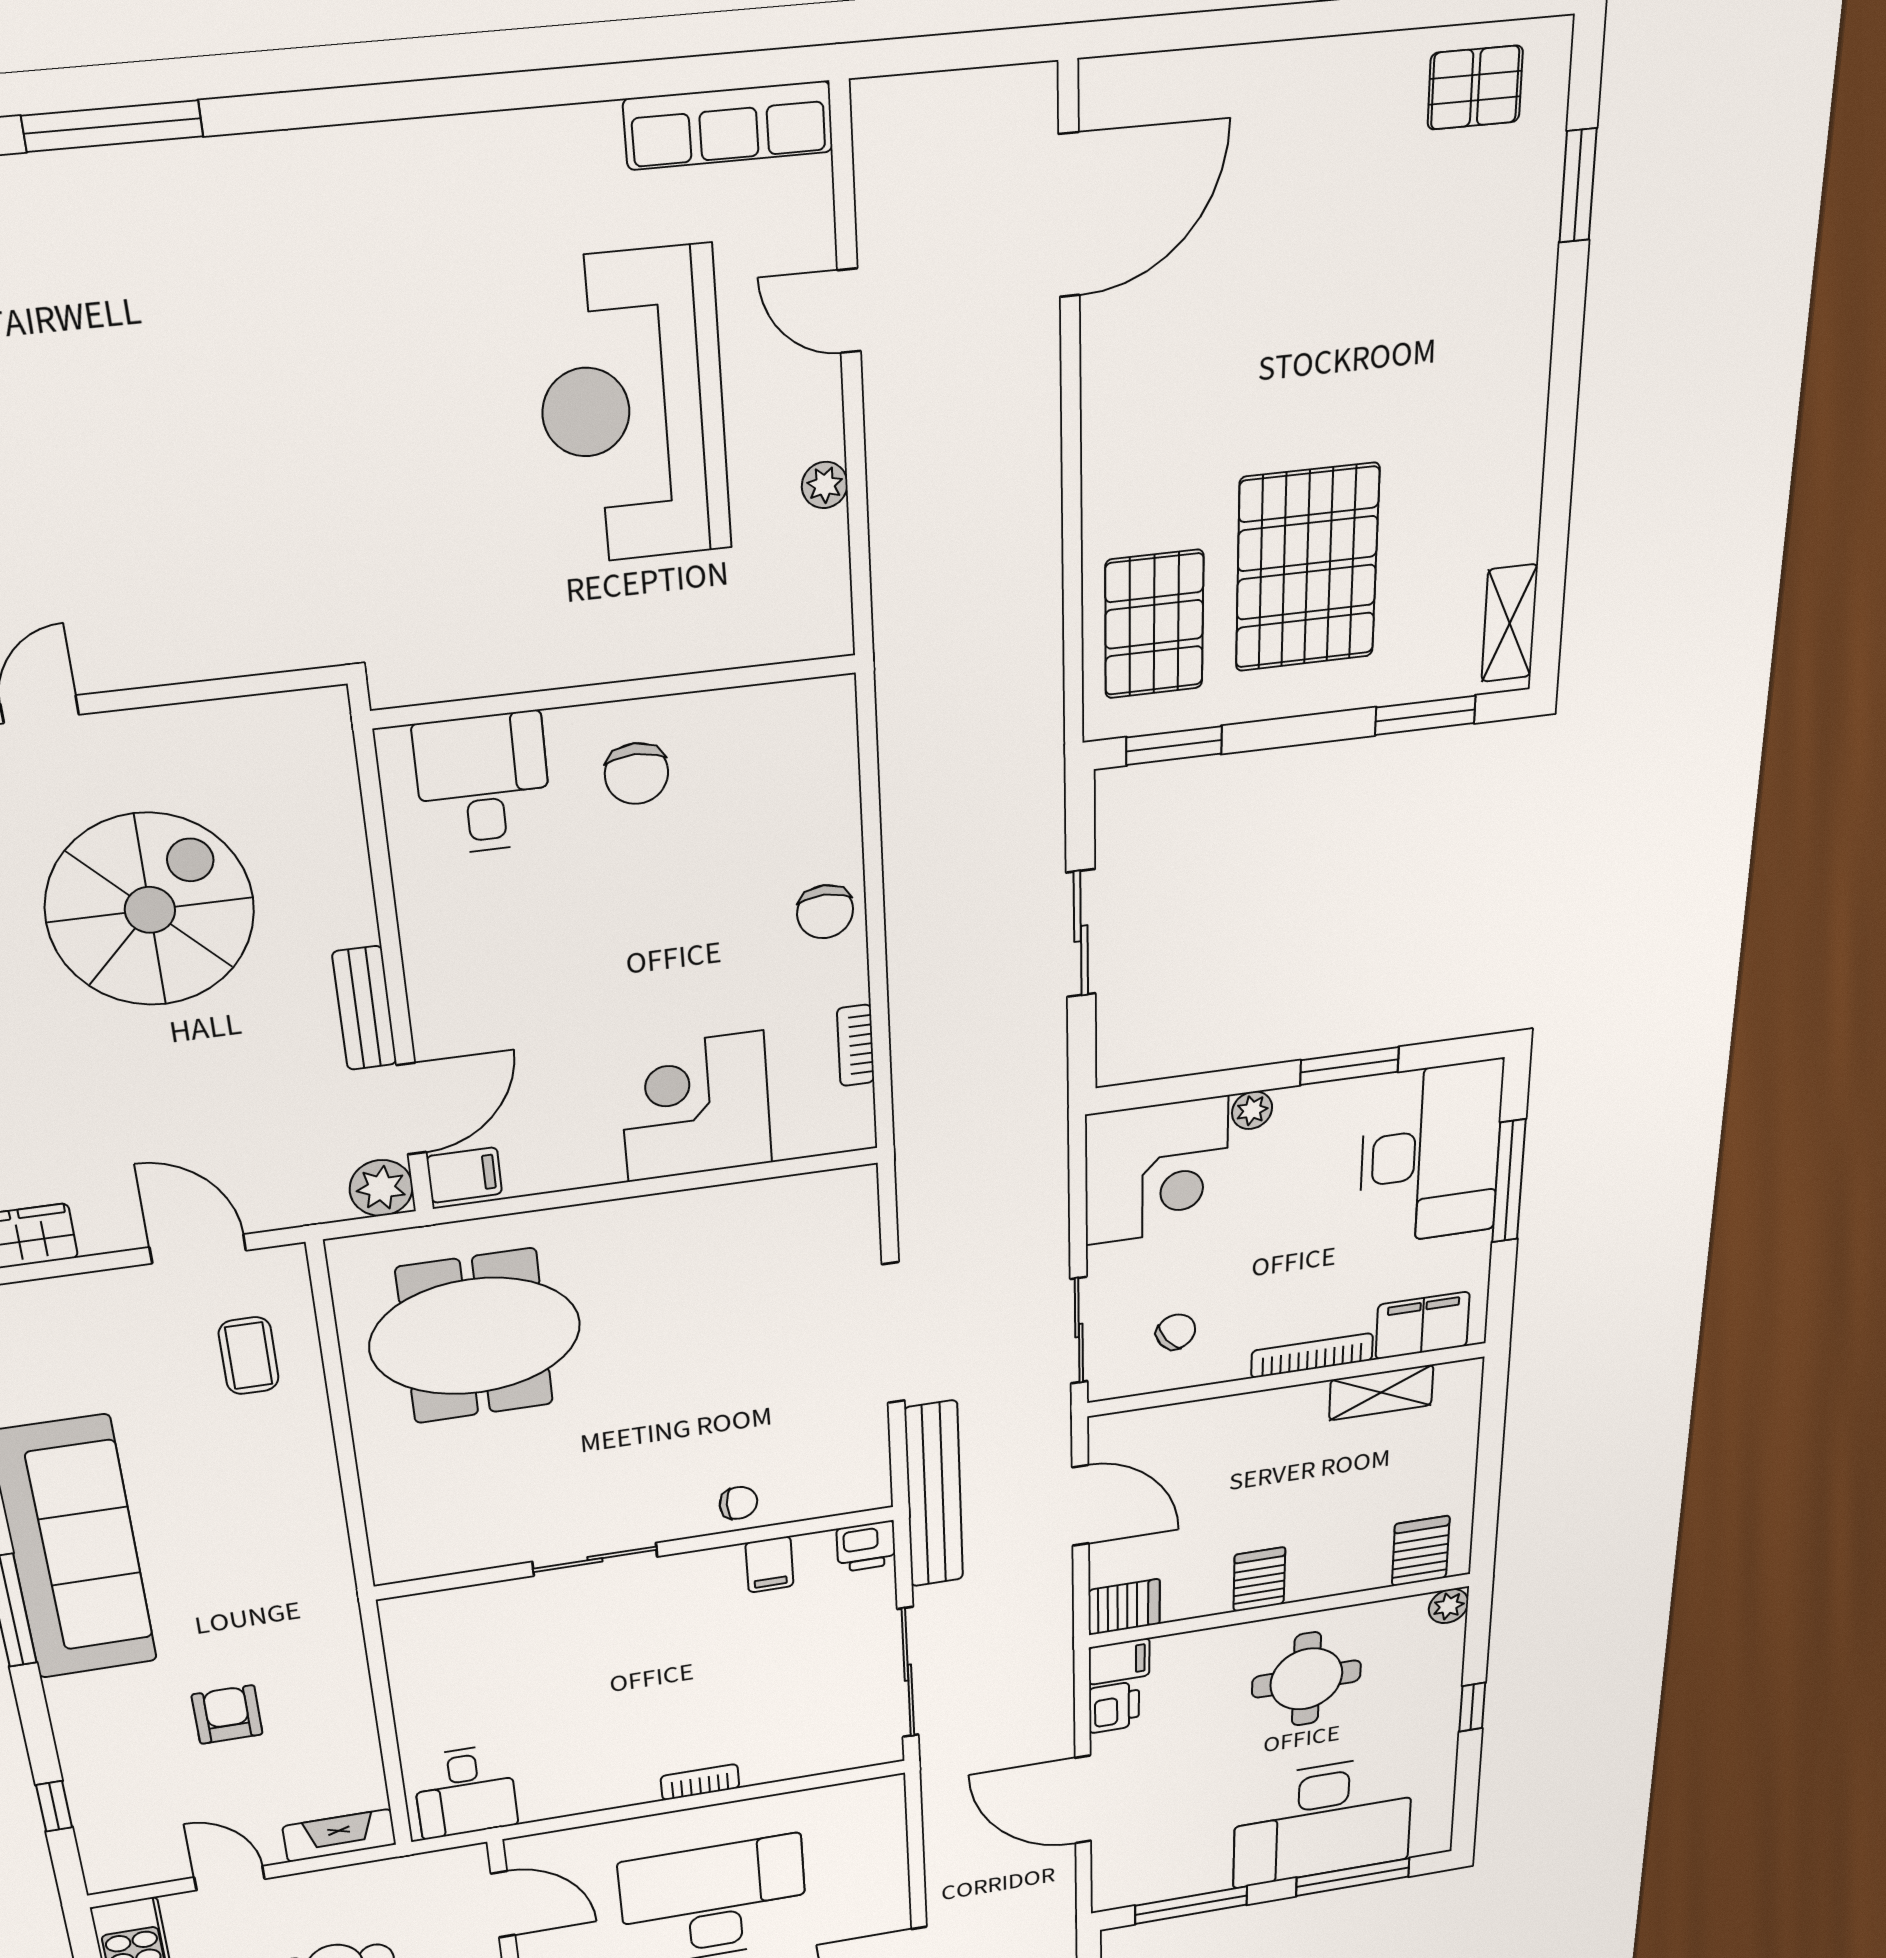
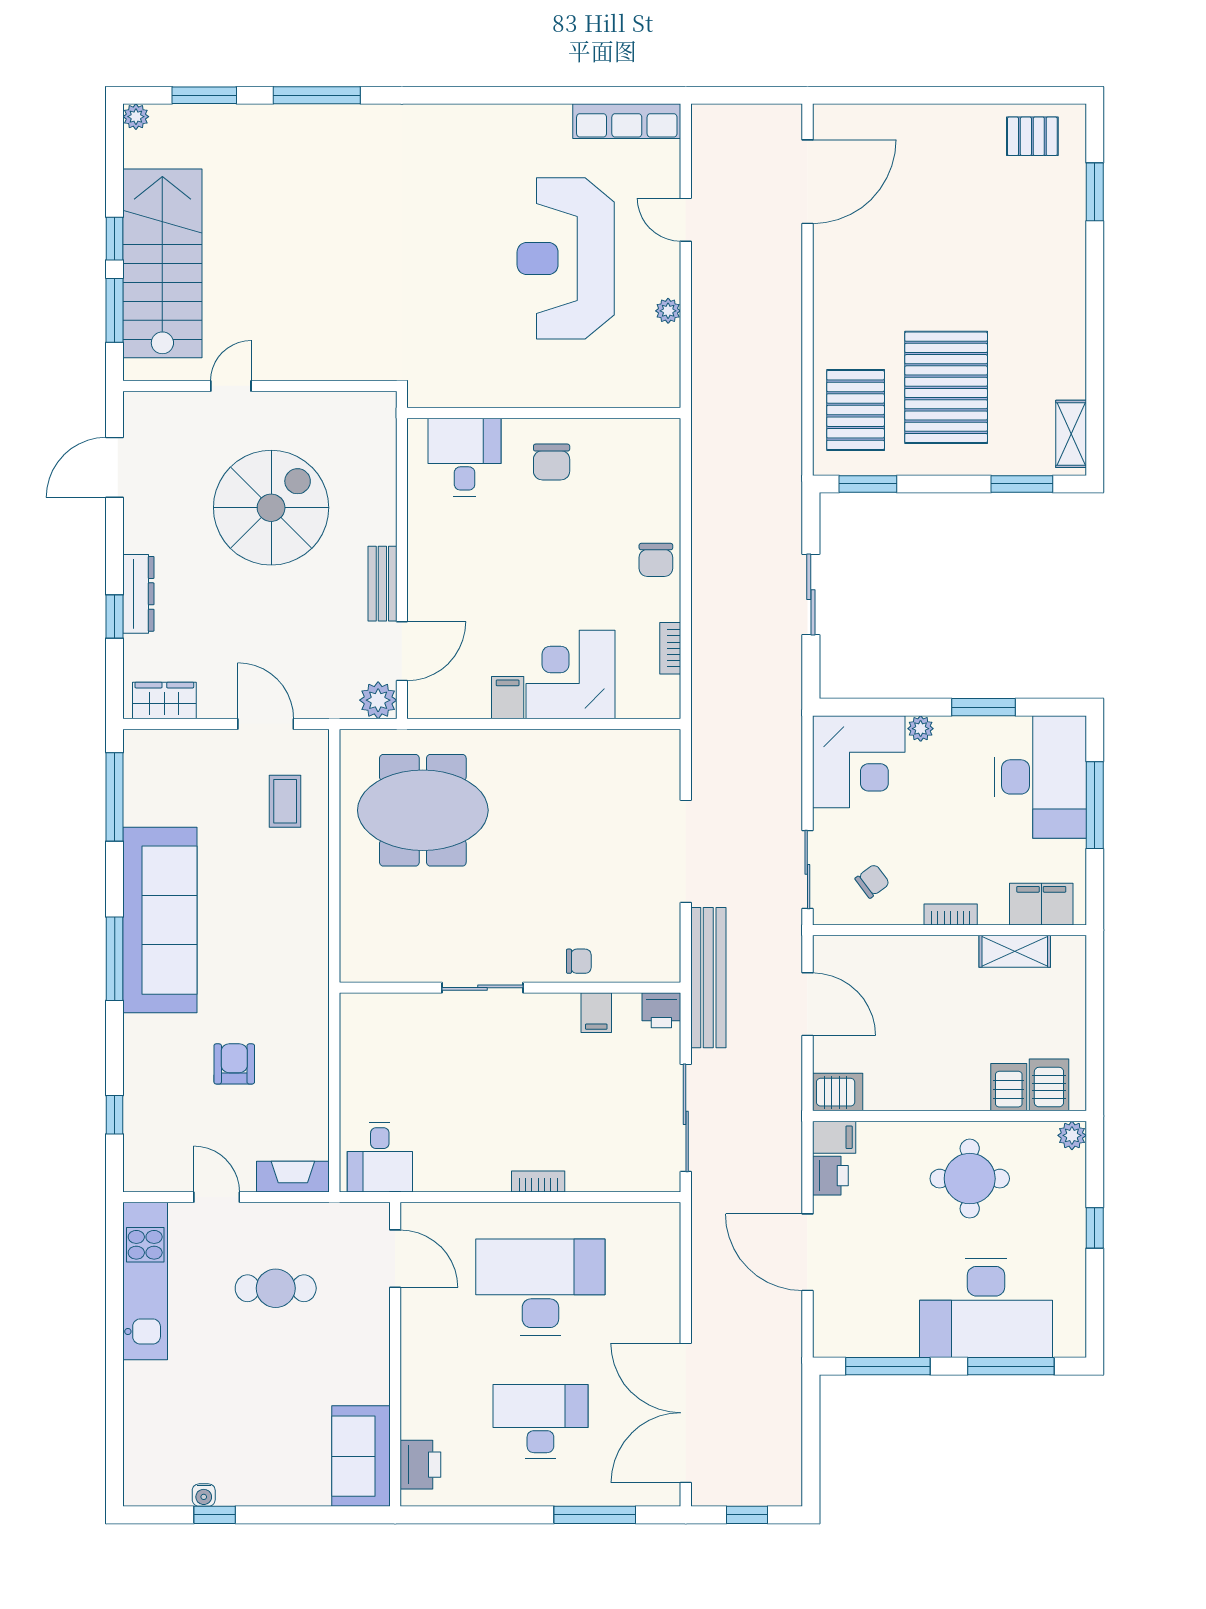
filing cabinet: (464, 1175) -> (508, 698), moved, turned -90
bookcase: (1312, 1356) -> (951, 914), width x0.64
server rack: (1259, 1579) -> (1009, 1087), moved

